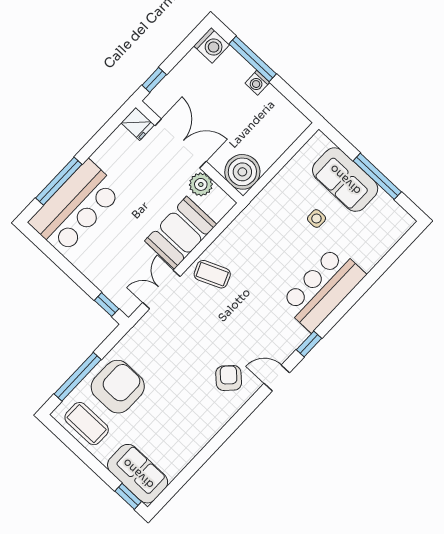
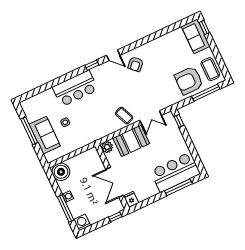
boiler: (242, 172) -> (61, 172), moved
plant: (201, 184) -> (107, 147), moved

